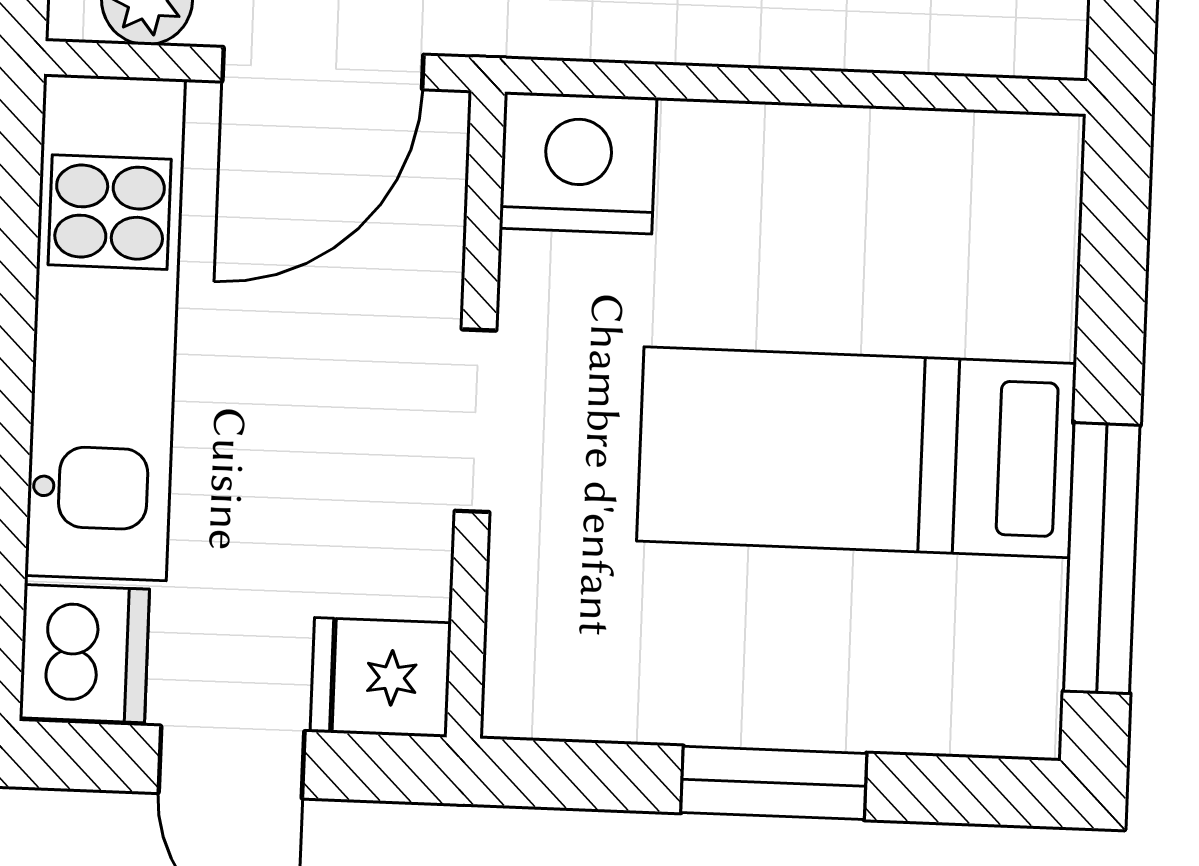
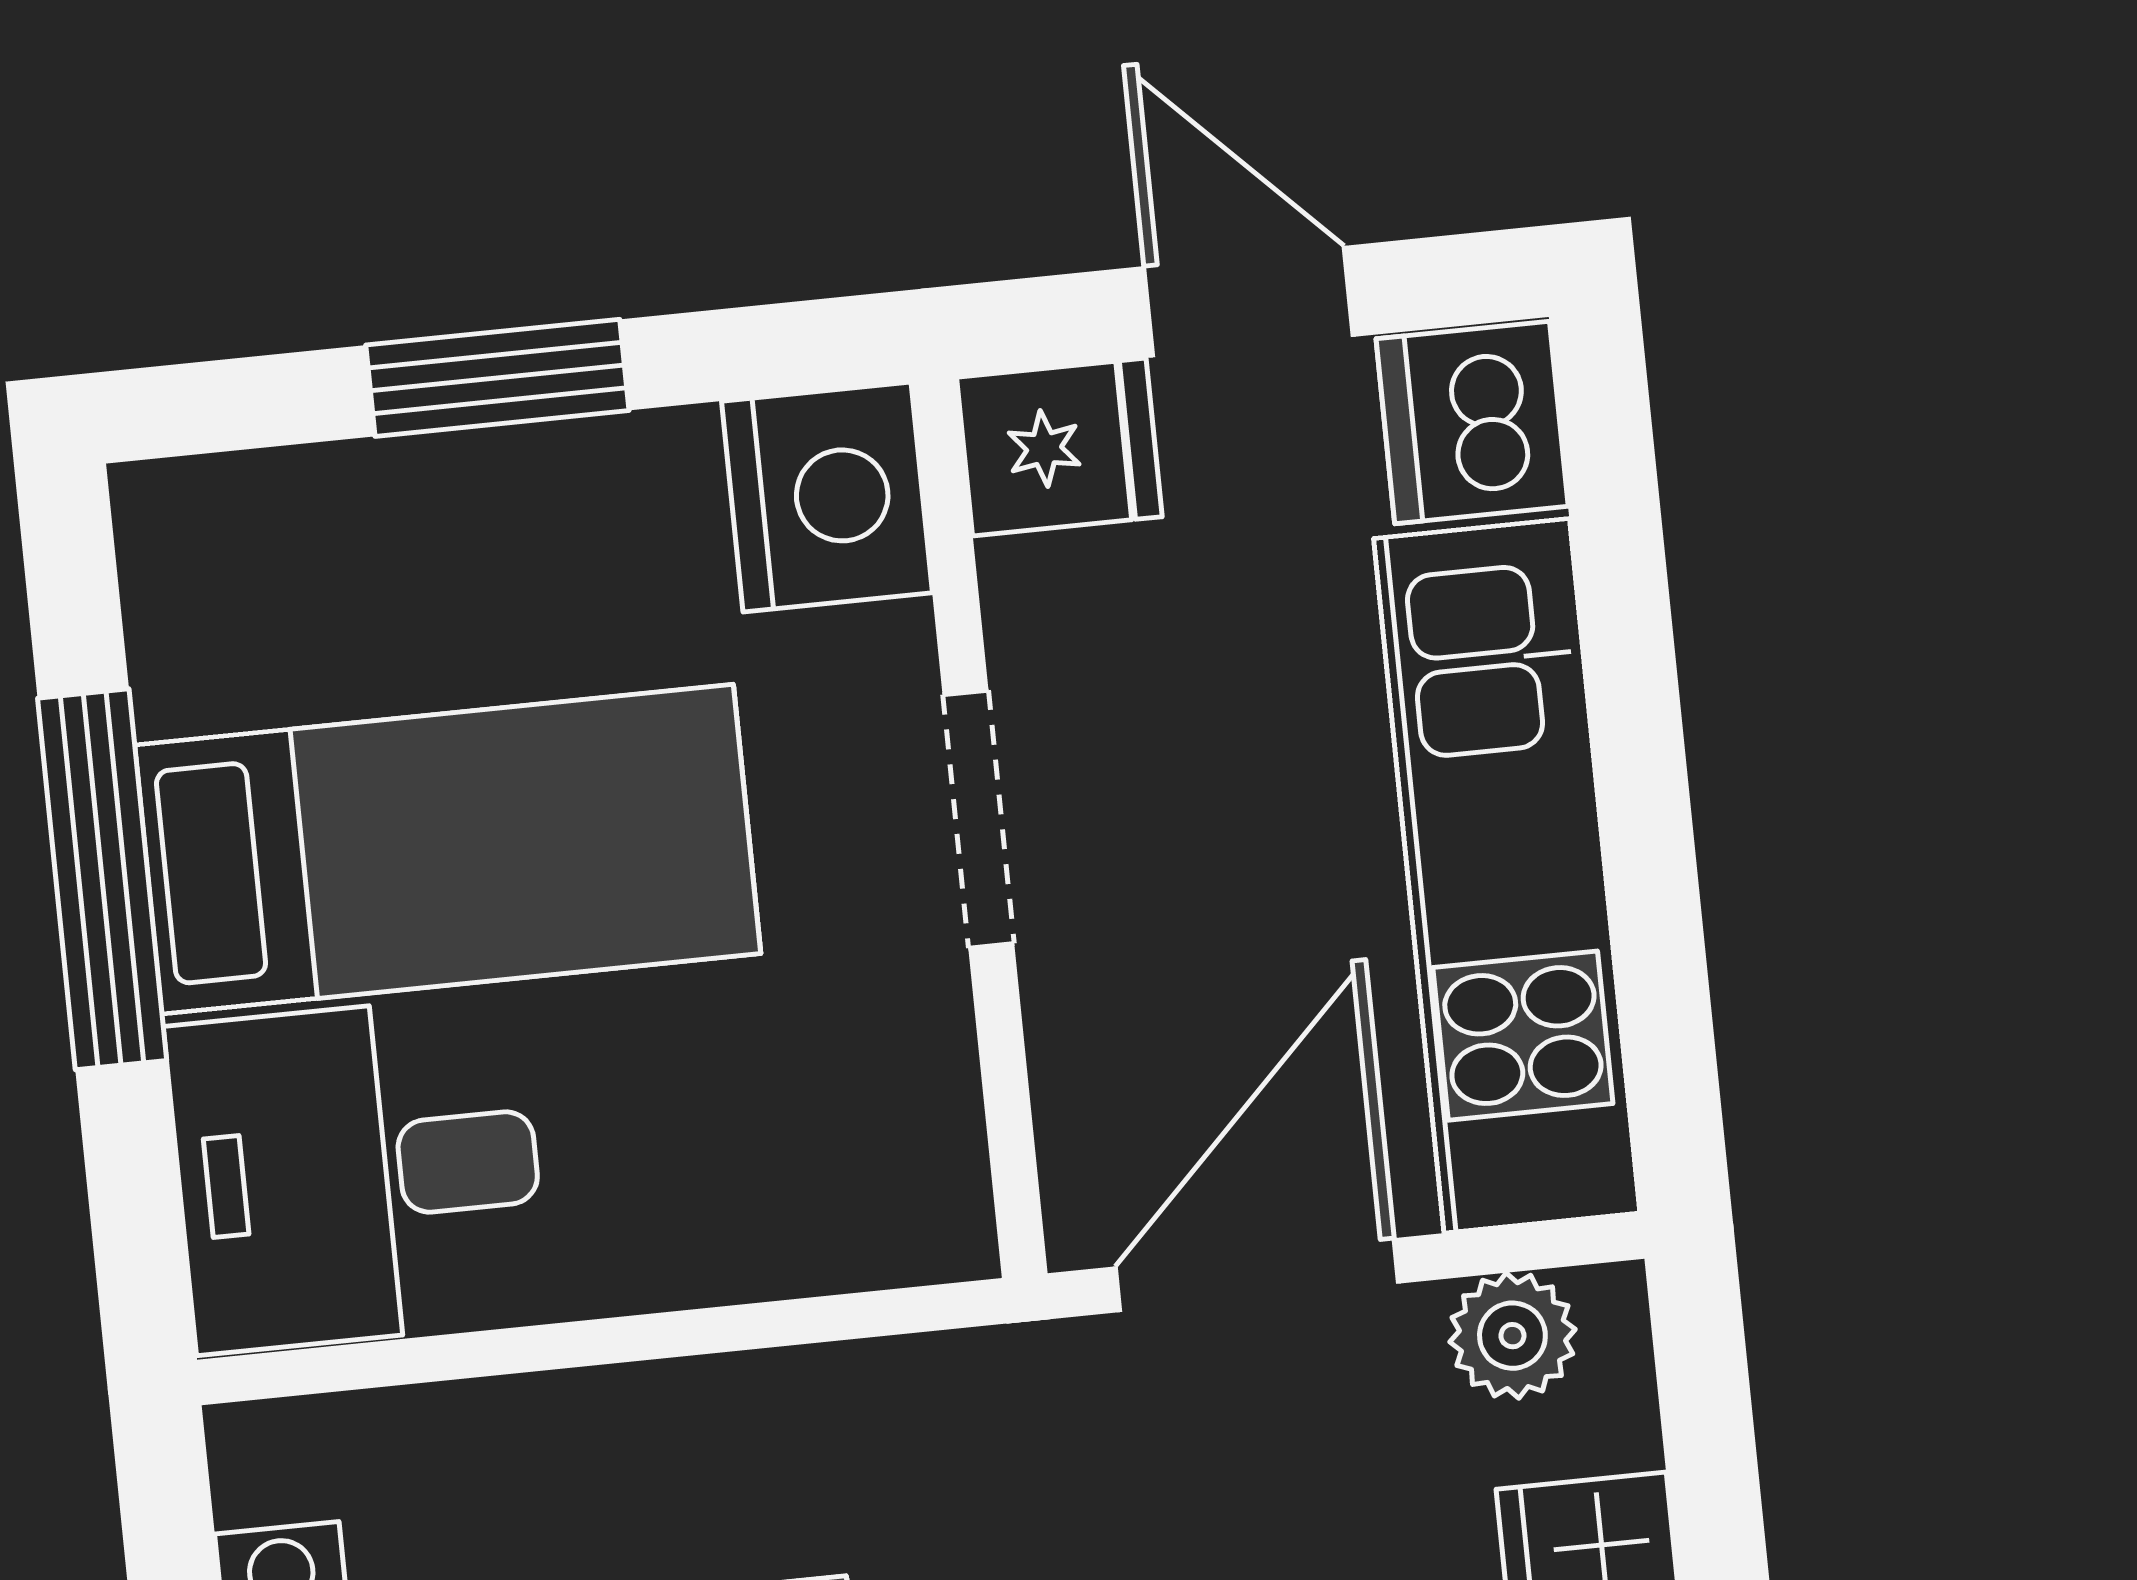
nightstand: (578, 163) -> (827, 497), moved, turned -90
desk: (953, 231) -> (358, 1173), added
window: (1102, 558) -> (102, 879), moved

